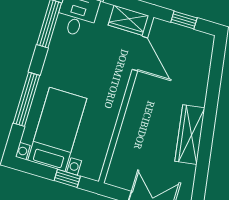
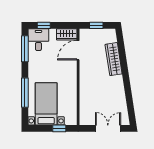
door: (140, 54) -> (78, 50), swing flipped
wardrobe: (190, 135) -> (114, 59), moved

